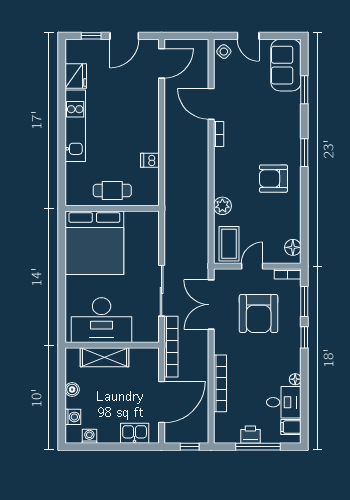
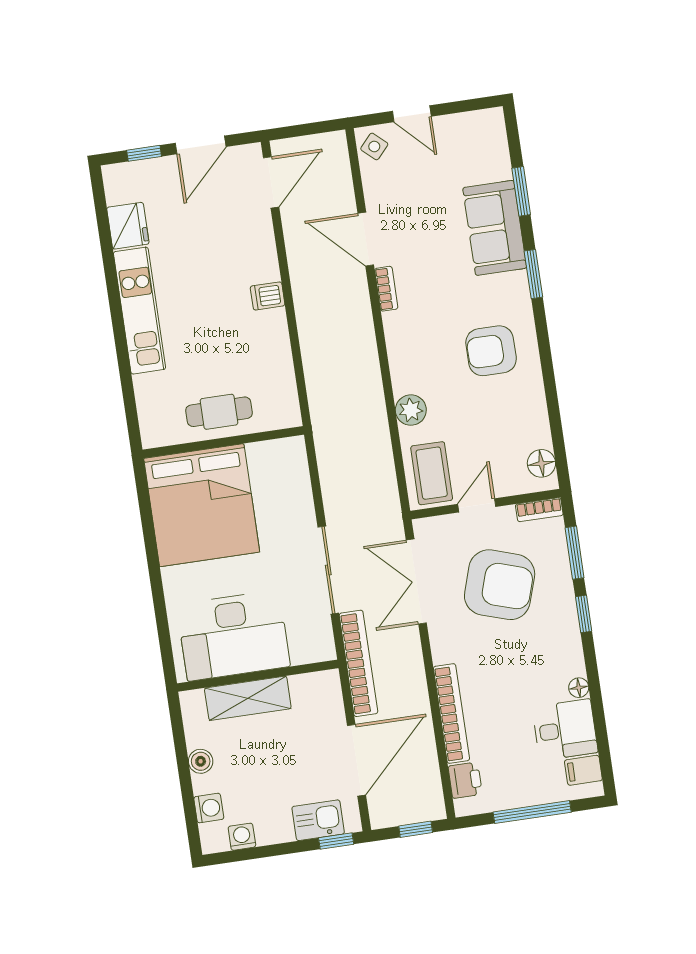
sofa: (286, 65) -> (495, 228), moved
window: (304, 153) -> (533, 274), moved
dishwasher: (150, 160) -> (268, 296), moved
armchair: (259, 314) -> (500, 585), turned -72
printer: (250, 435) -> (465, 780), moved, turned 90
window: (143, 447) -> (336, 841), added

